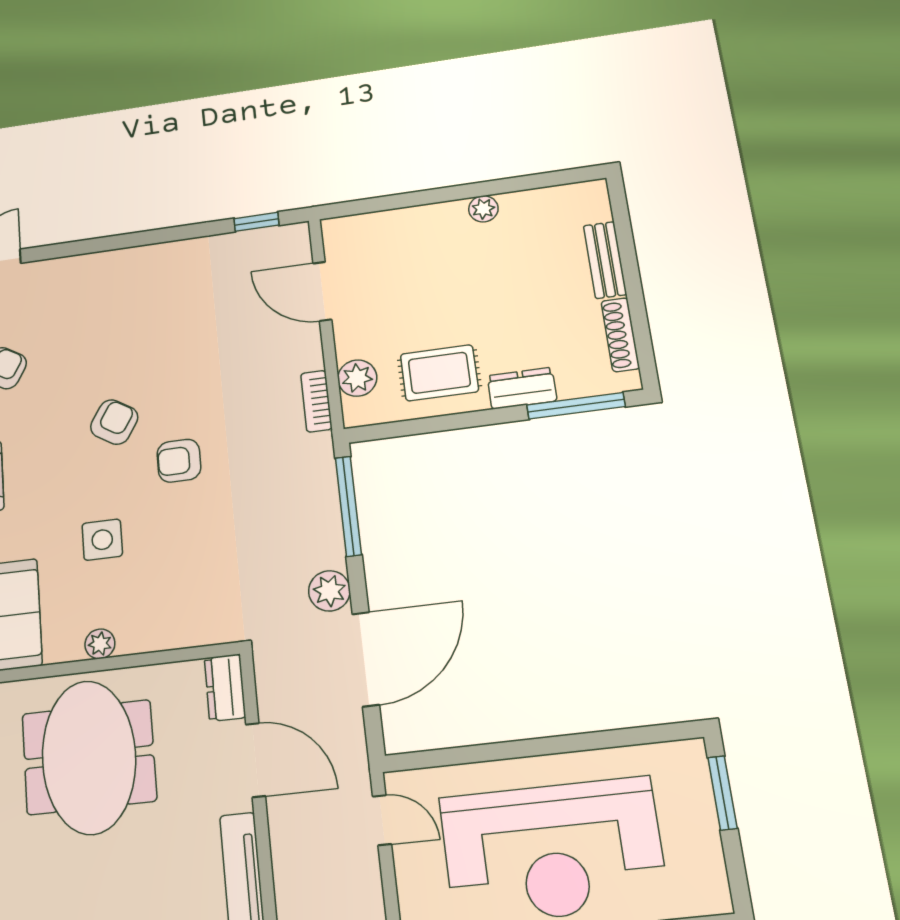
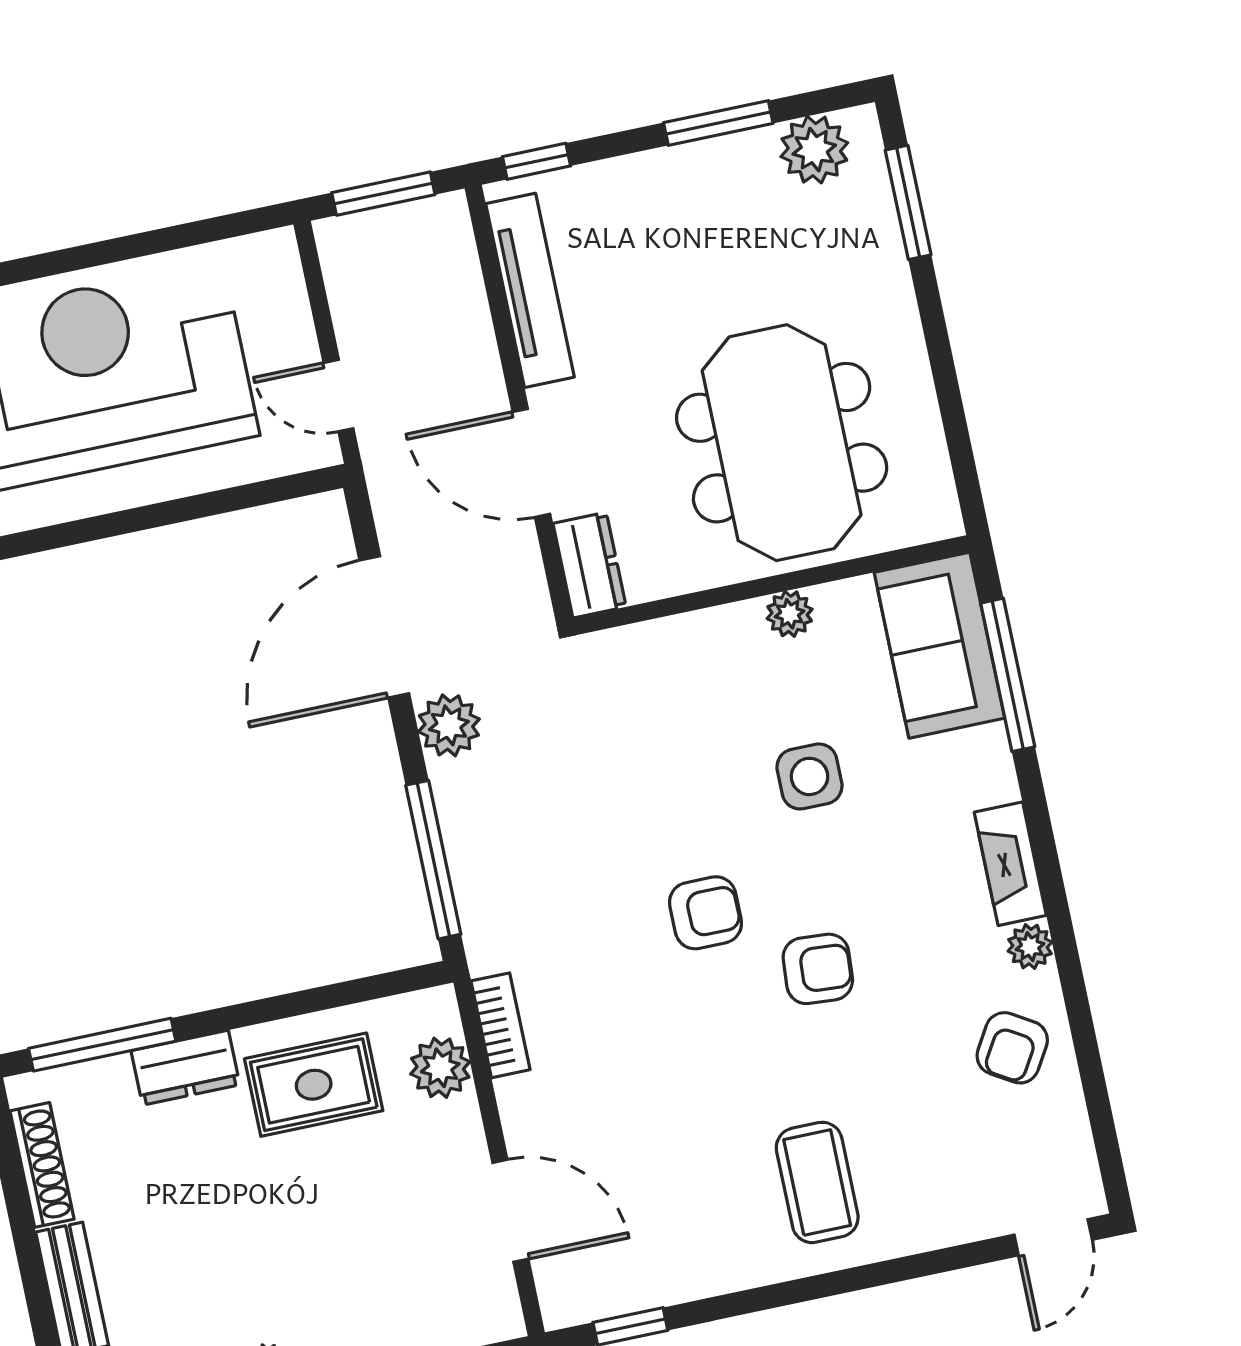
coffee table: (133, 298) -> (817, 1182), added
armchair: (114, 422) -> (818, 969), turned -118

